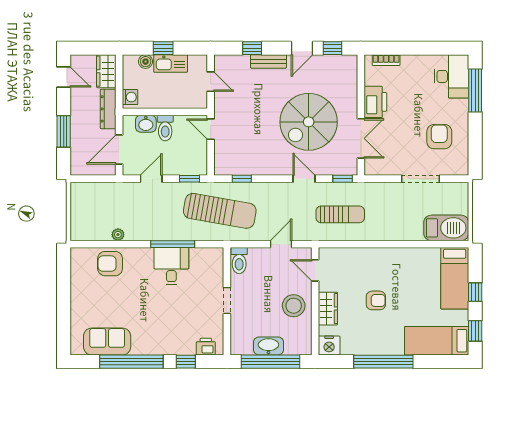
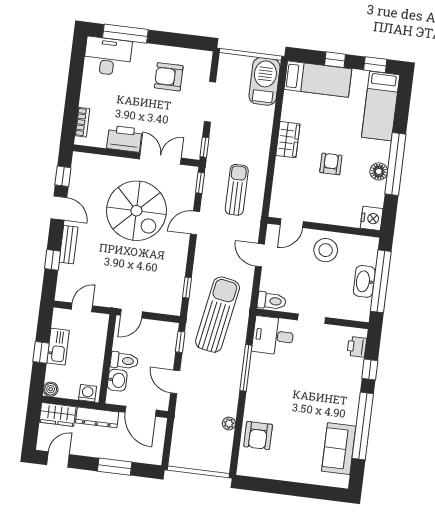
boiler: (146, 62) -> (51, 389), moved
window: (377, 179) -> (204, 147), added
desk: (171, 266) -> (273, 336), moved
wardrobe: (328, 309) -> (288, 140), moved, turned 90
floor lamp: (374, 347) -> (379, 171), added

